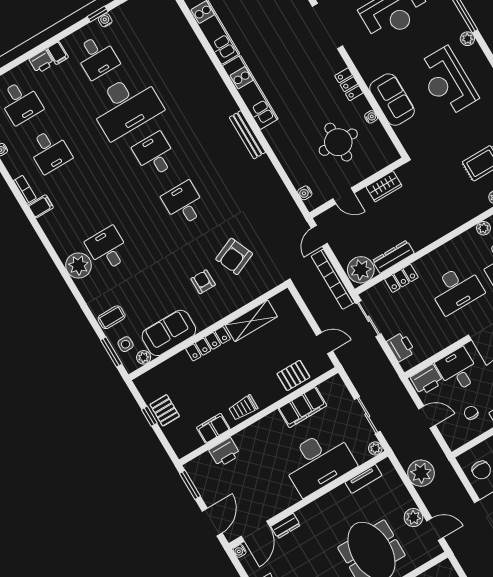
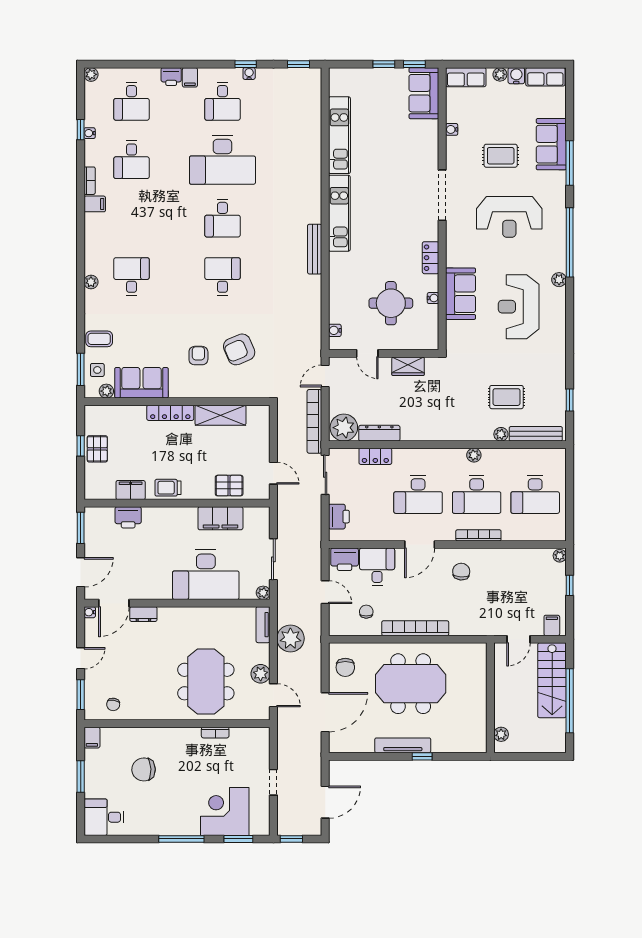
desk: (155, 155) -> (222, 218), turned 180
plant: (78, 265) -> (91, 282), width x0.53, depth x0.53
tv unit: (363, 479) -> (263, 625), moved, turned 90

